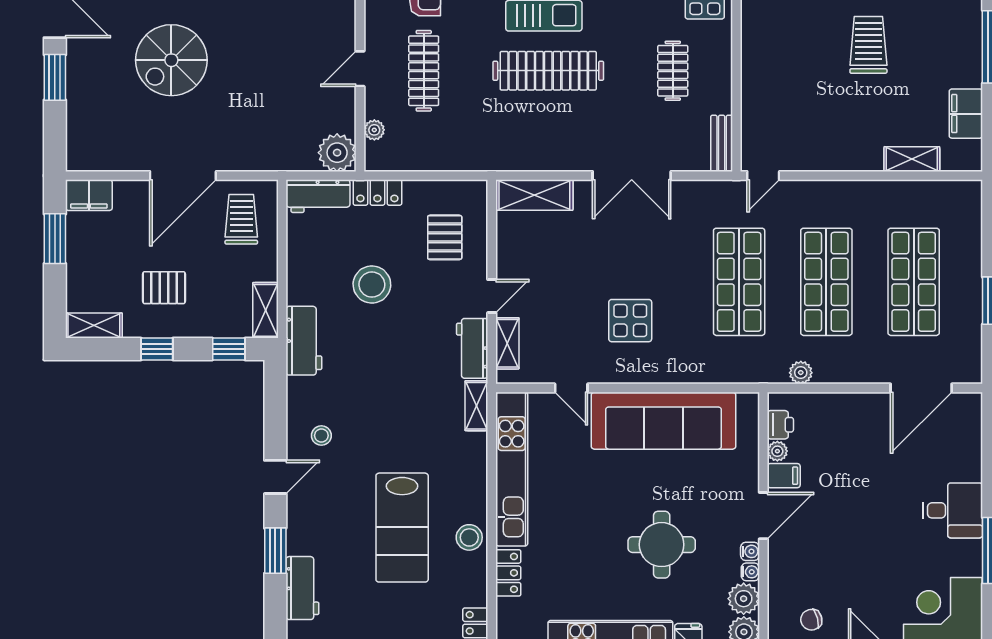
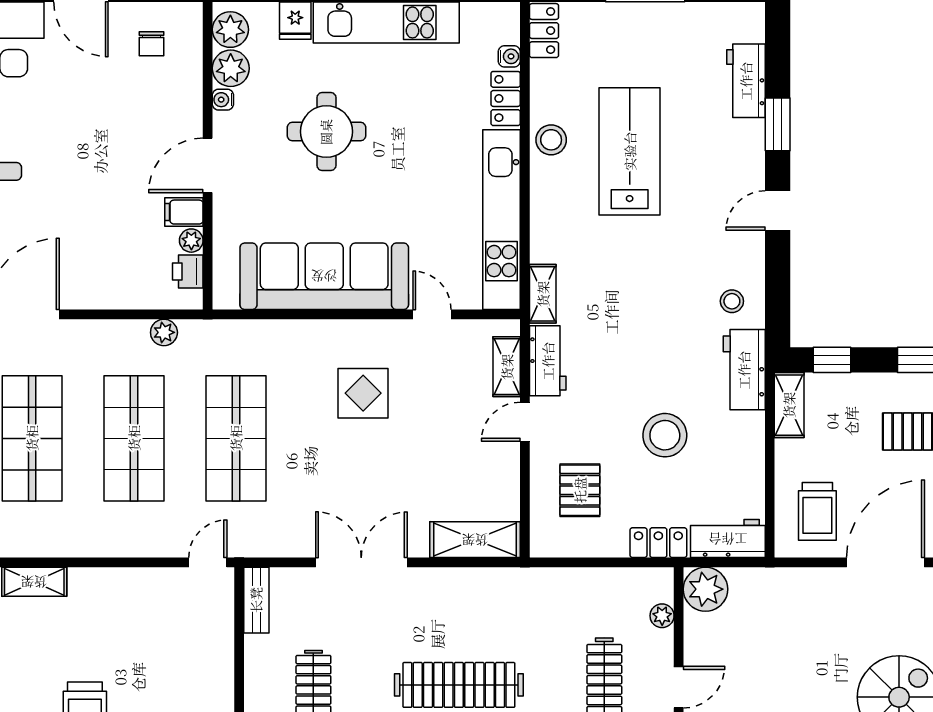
stool: (321, 436) -> (732, 301), moved
water cooler: (750, 551) -> (509, 56), moved, turned 180
chair: (811, 620) -> (152, 44), turned 105

